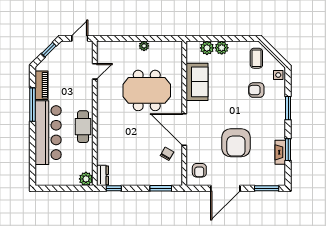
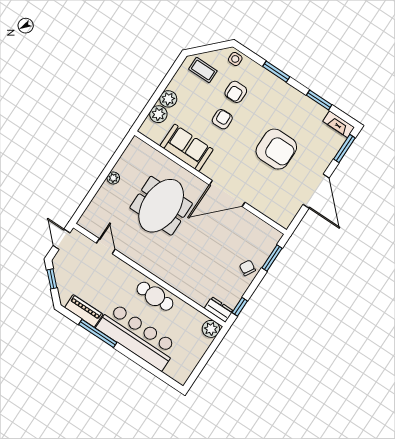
fireplace: (280, 152) -> (339, 124), moved
chair: (167, 154) -> (247, 268), moved
armchair: (199, 170) -> (222, 119), moved, turned -92

